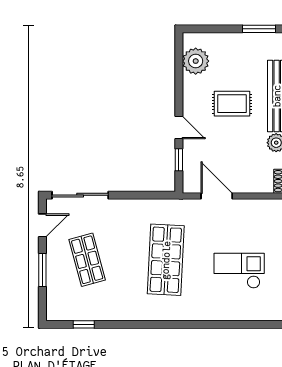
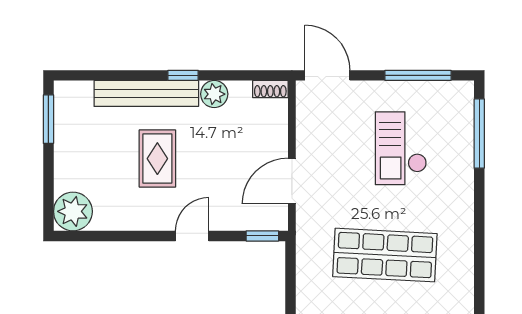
plant: (196, 61) -> (73, 211), moved
window: (179, 160) -> (262, 236), moved
window: (249, 324) -> (479, 134), added

